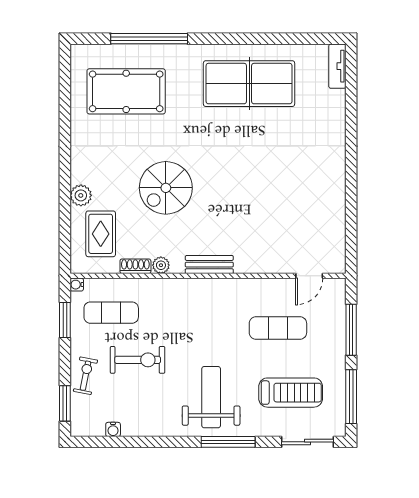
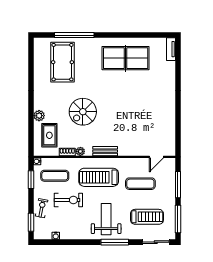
pool table: (126, 91) -> (62, 62), turned 90
treadmill: (196, 316) -> (99, 177), added

